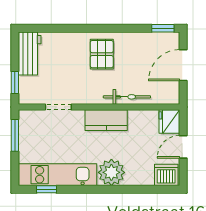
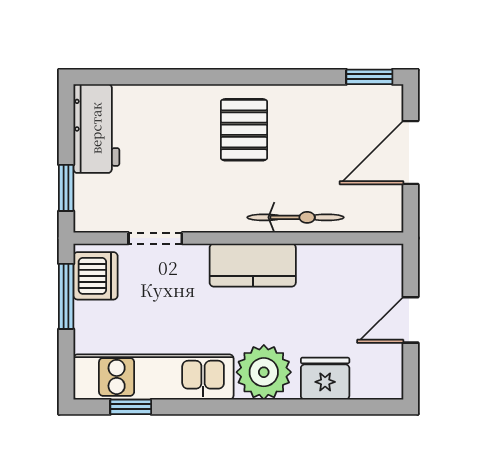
fridge: (169, 122) -> (325, 379), moved, turned 90
dishwasher: (166, 175) -> (96, 276), moved, turned 90

